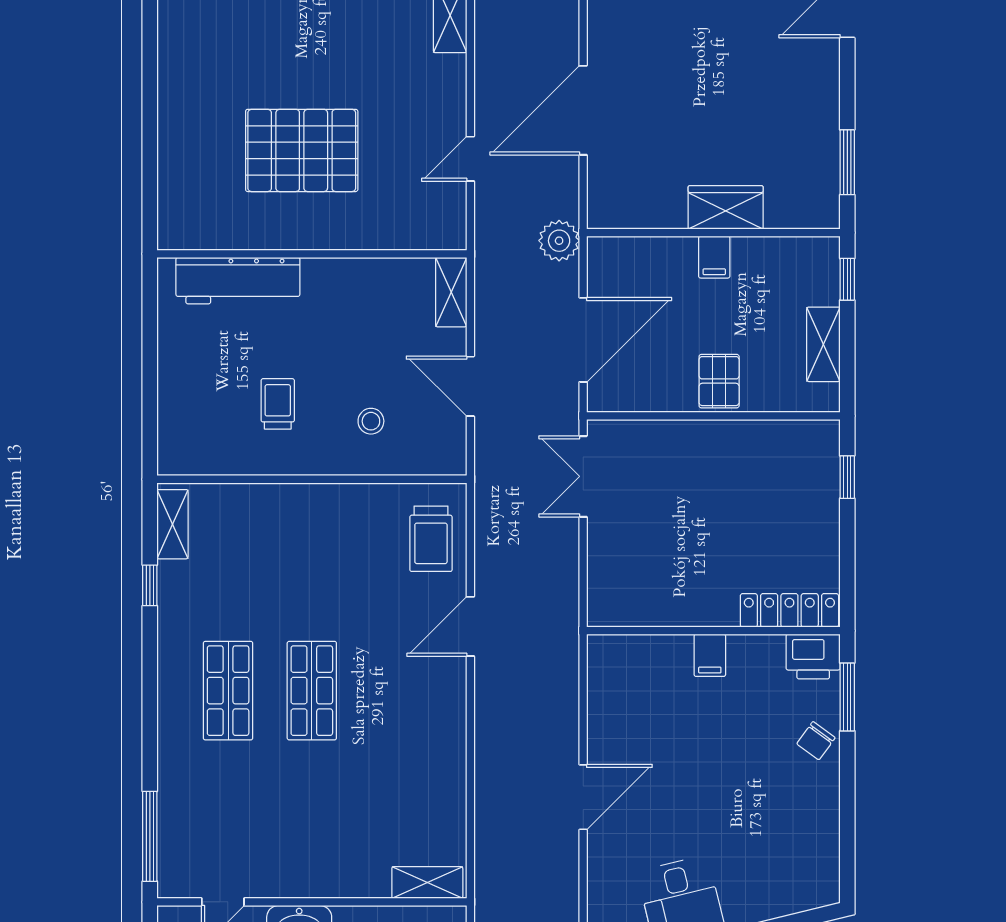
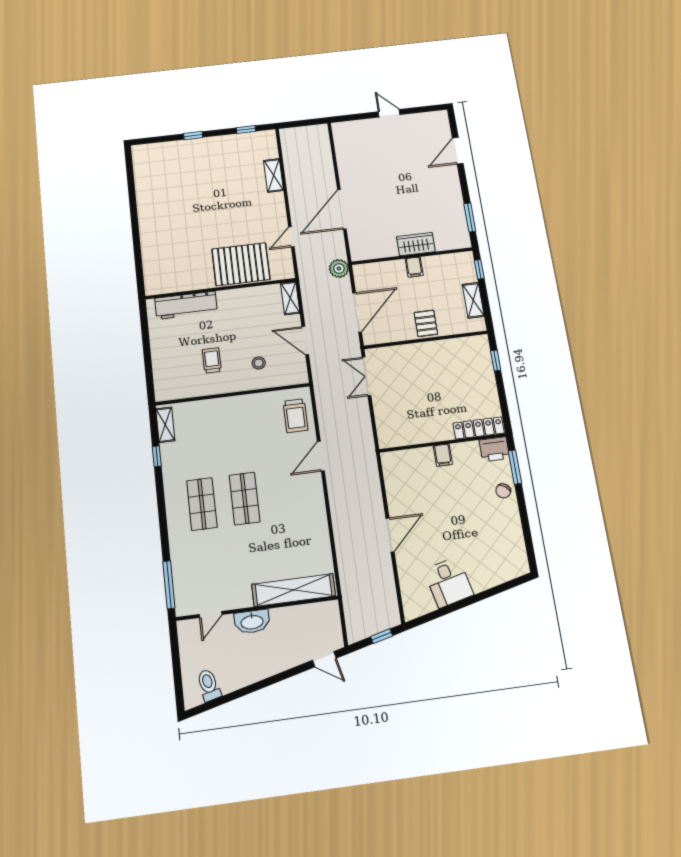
pallet: (302, 150) -> (241, 264), moved
shelving: (427, 882) -> (294, 590), width x2.20, depth x1.33

